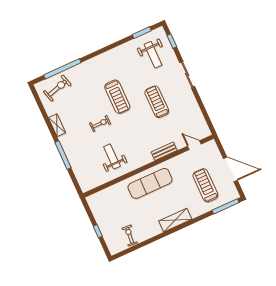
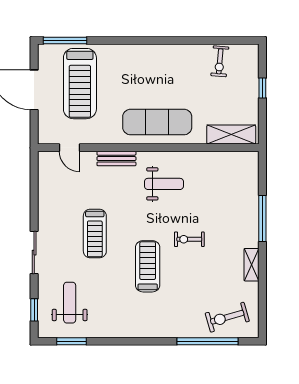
weight bench: (112, 156) -> (164, 184), moved, turned -90
treadmill: (205, 185) -> (80, 84), width x1.37, depth x1.38
shelving: (175, 220) -> (231, 135), moved

